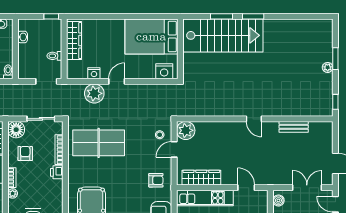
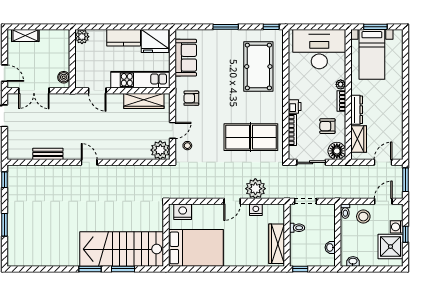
plant: (328, 67) -> (12, 216), removed
armchair: (25, 154) -> (327, 126), turned 90

